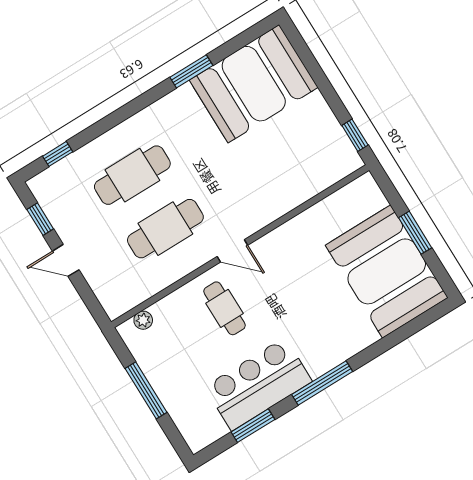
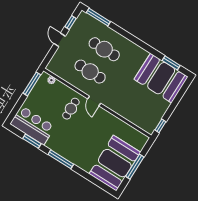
window: (191, 71) -> (171, 63), moved
window: (58, 154) -> (98, 17), width x2.17
window: (415, 233) -> (135, 167), width x1.44
bar counter: (258, 384) -> (32, 125), moved
window: (146, 390) -> (32, 84), moved

